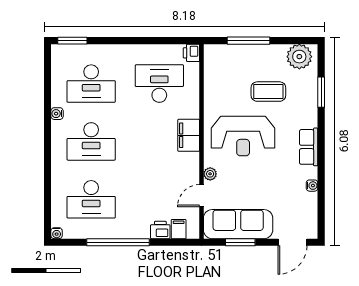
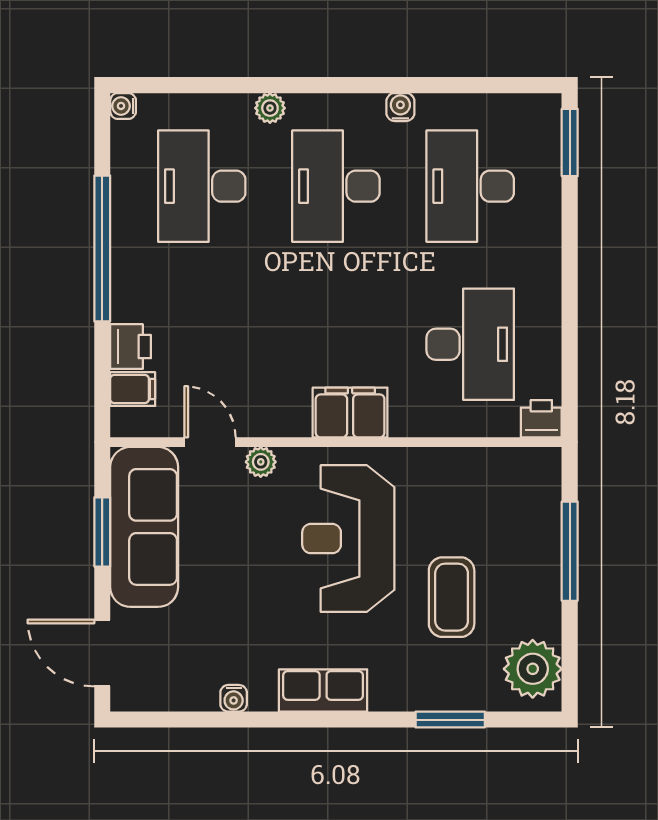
plant: (57, 170) -> (270, 108), added

